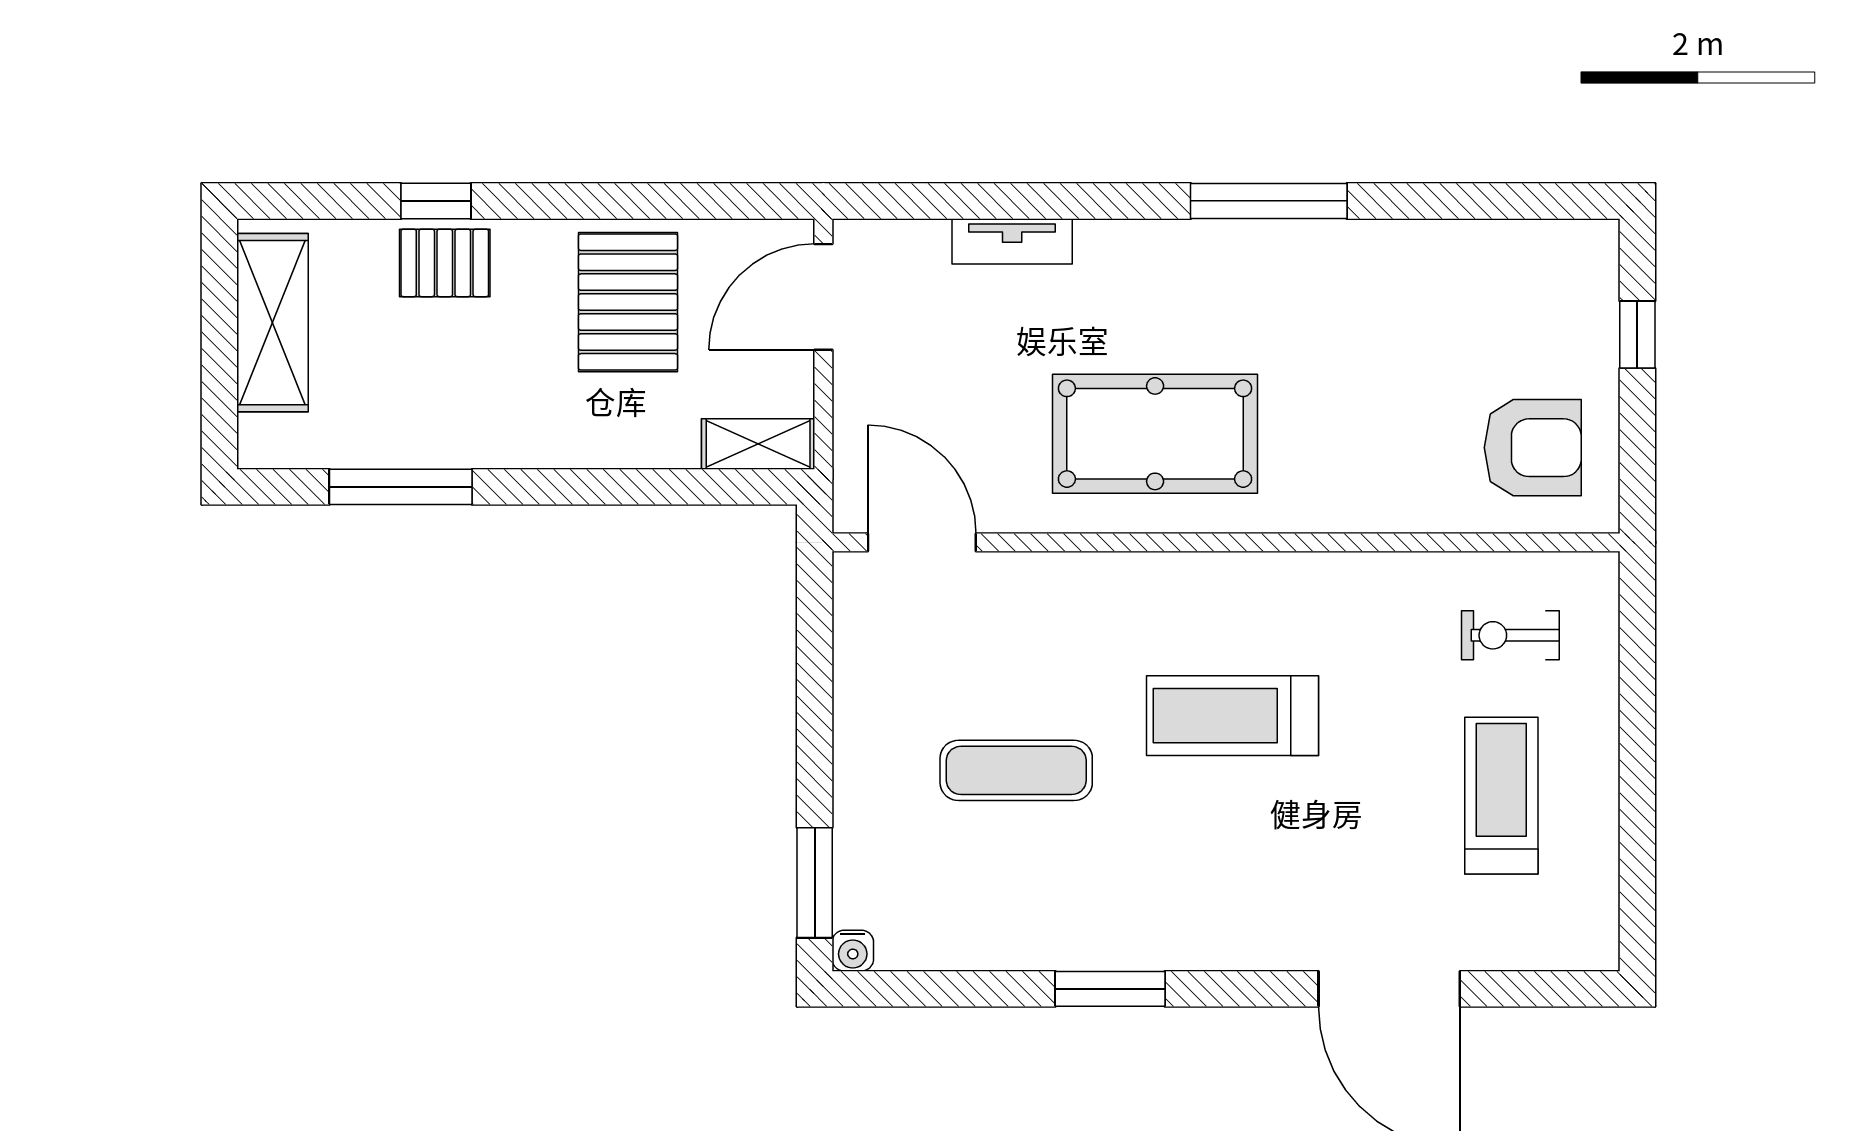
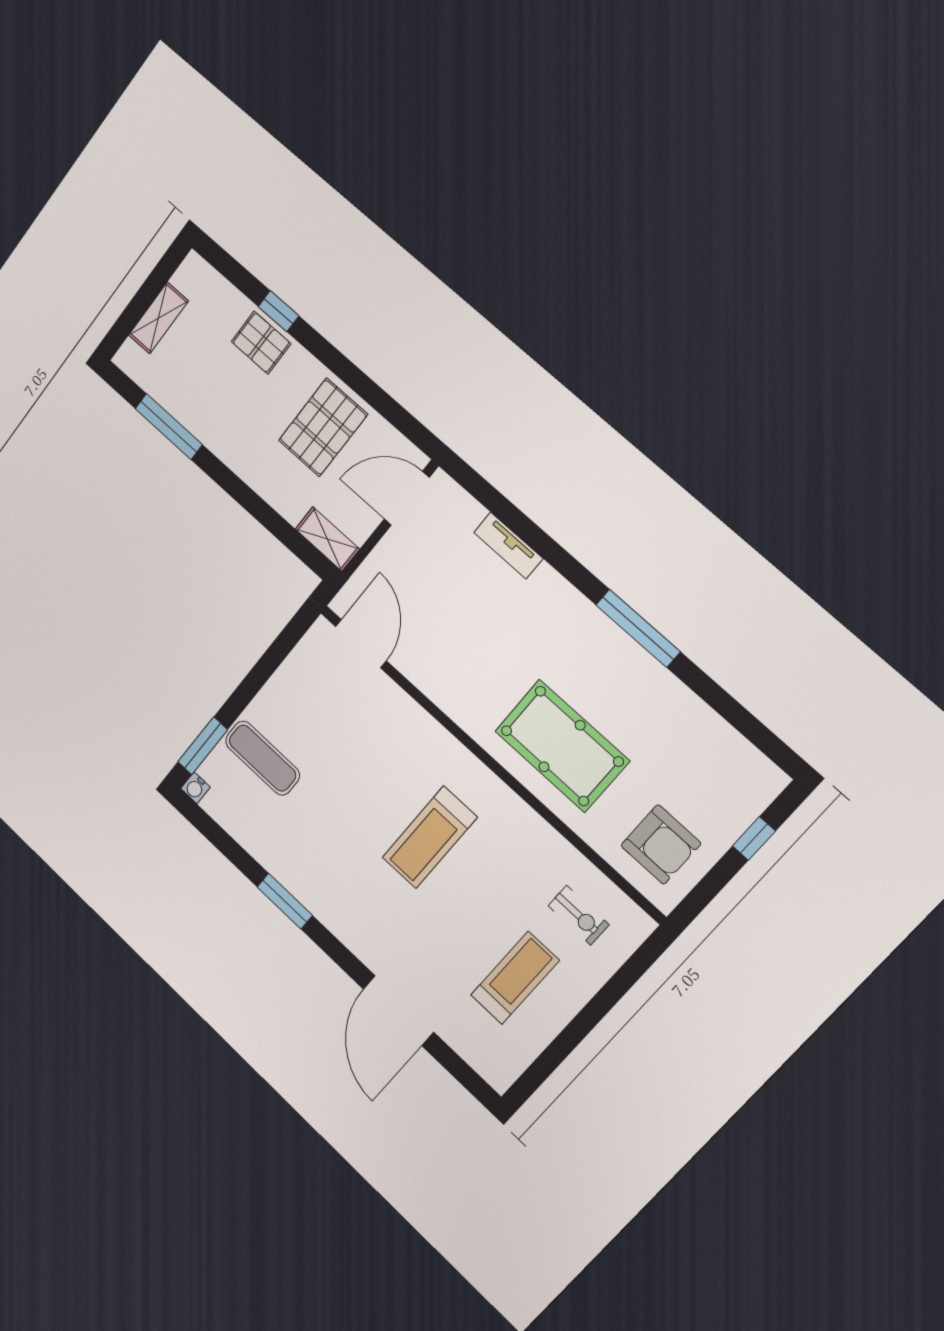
shelving: (273, 323) -> (158, 318), width x0.67, depth x0.75
pool table: (1155, 434) -> (562, 746), moved
exercise bike: (1510, 635) -> (579, 915), turned 180
treadmill: (1232, 716) -> (430, 837), turned -90
exercise mat: (1016, 770) -> (263, 758), moved

